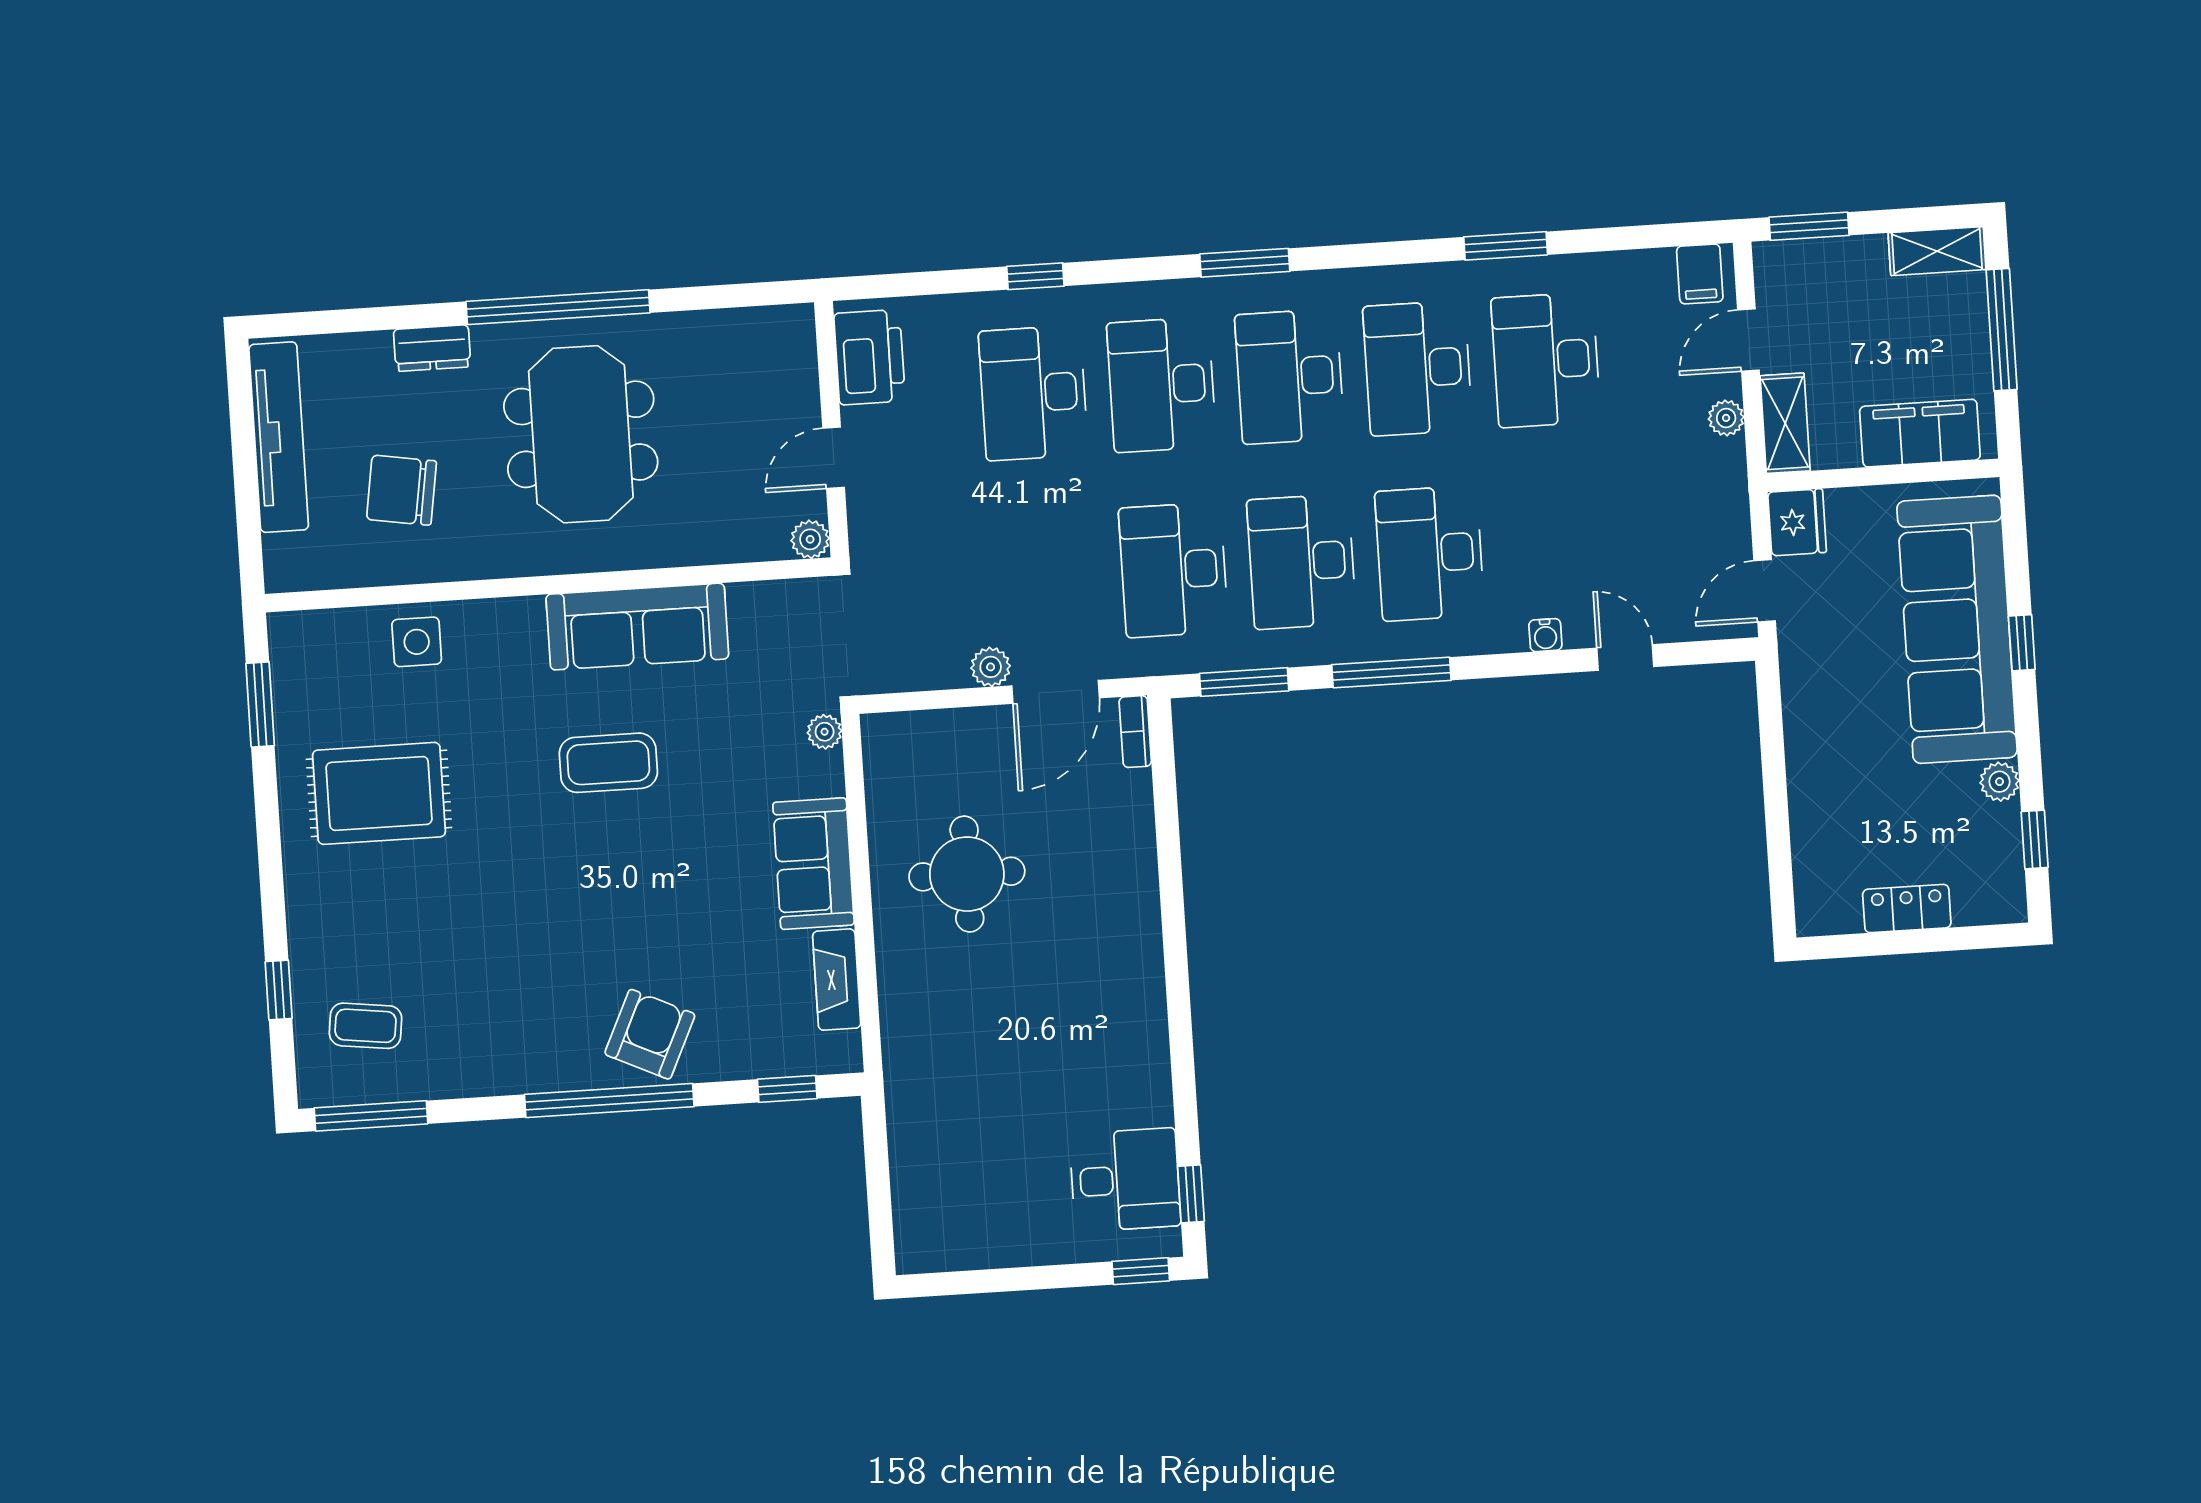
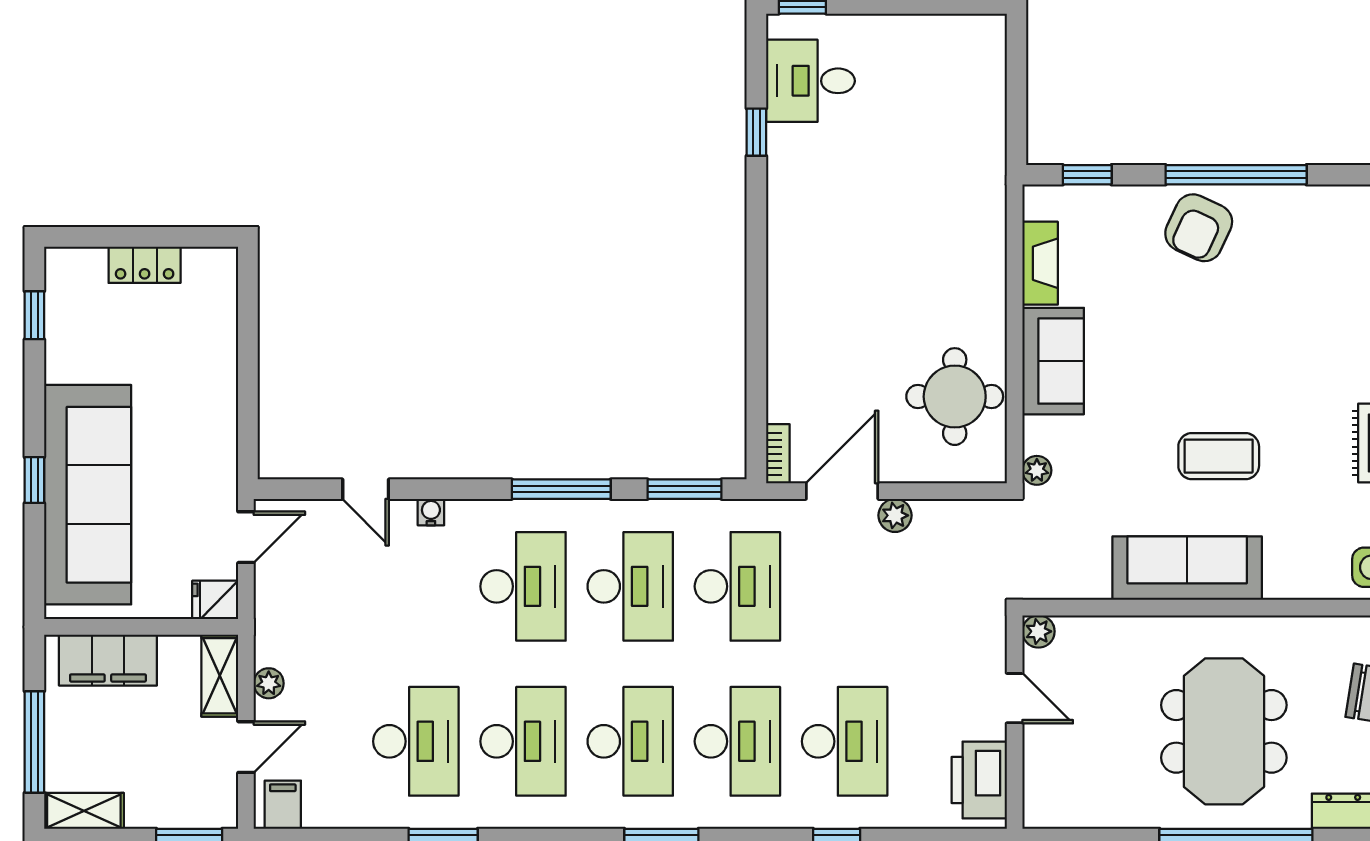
door: (834, 458) -> (1015, 698), hinge flipped
fridge: (1797, 522) -> (215, 600), width x0.72
plant: (1999, 782) -> (60, 365), removed
round table: (967, 874) -> (955, 397), moved
window: (1191, 1194) -> (756, 132), moved

